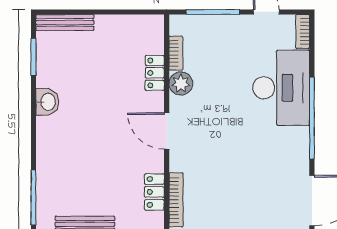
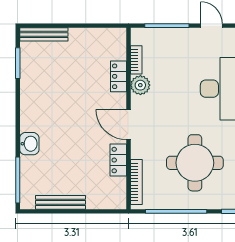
washbasin: (47, 102) -> (29, 144), moved
round table: (246, 177) -> (195, 163), added
locker: (154, 192) -> (118, 160), moved

